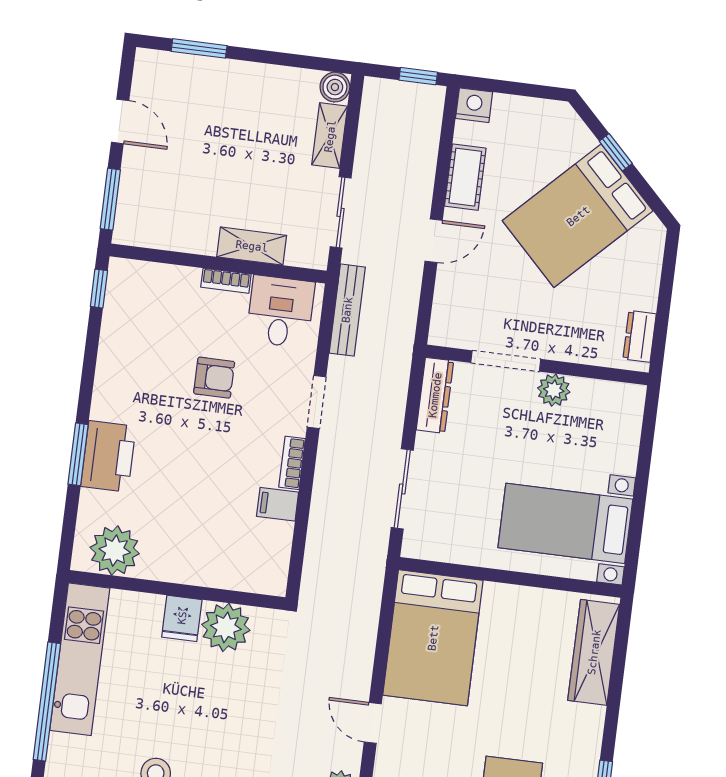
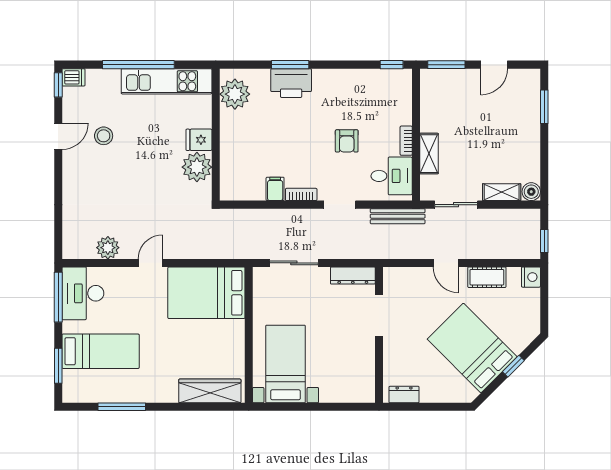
plant: (554, 390) -> (365, 347), removed

